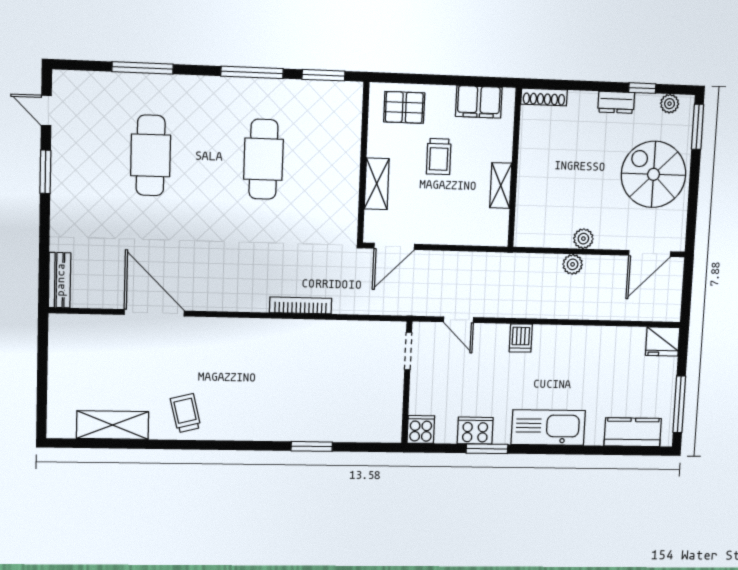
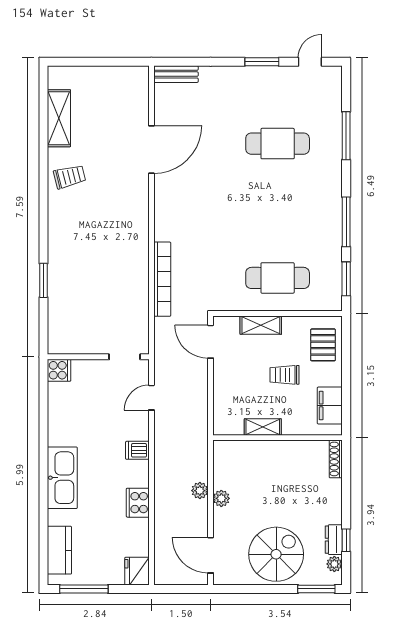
dresser: (616, 102) -> (334, 540), moved
cafe table: (263, 159) -> (278, 278), moved
bookcase: (301, 305) -> (162, 279), width x1.48, depth x1.31
cooker: (475, 431) -> (138, 503), moved, turned 180
window: (487, 449) -> (43, 427), removed

